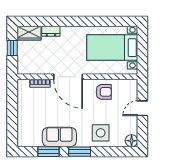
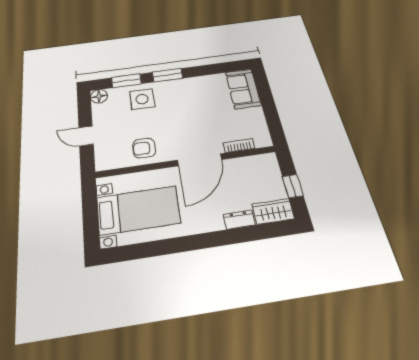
door: (68, 77) -> (199, 160), swing flipped
door: (142, 108) -> (86, 136), swing flipped
sofa: (59, 137) -> (243, 89), moved, turned 90
window: (49, 152) -> (126, 81), moved

